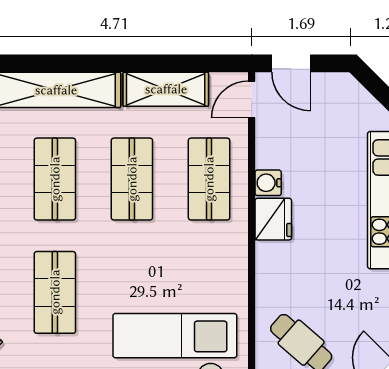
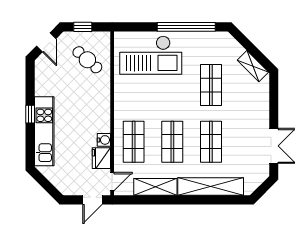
door: (291, 63) -> (92, 200), swing flipped
fridge: (273, 219) -> (101, 158), moved

